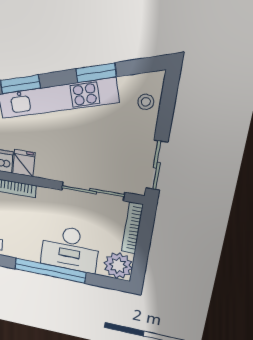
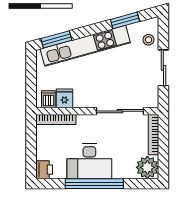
window: (96, 73) -> (125, 20), moved
sliding door: (157, 165) -> (163, 68), moved
desk: (70, 249) -> (89, 161), moved

